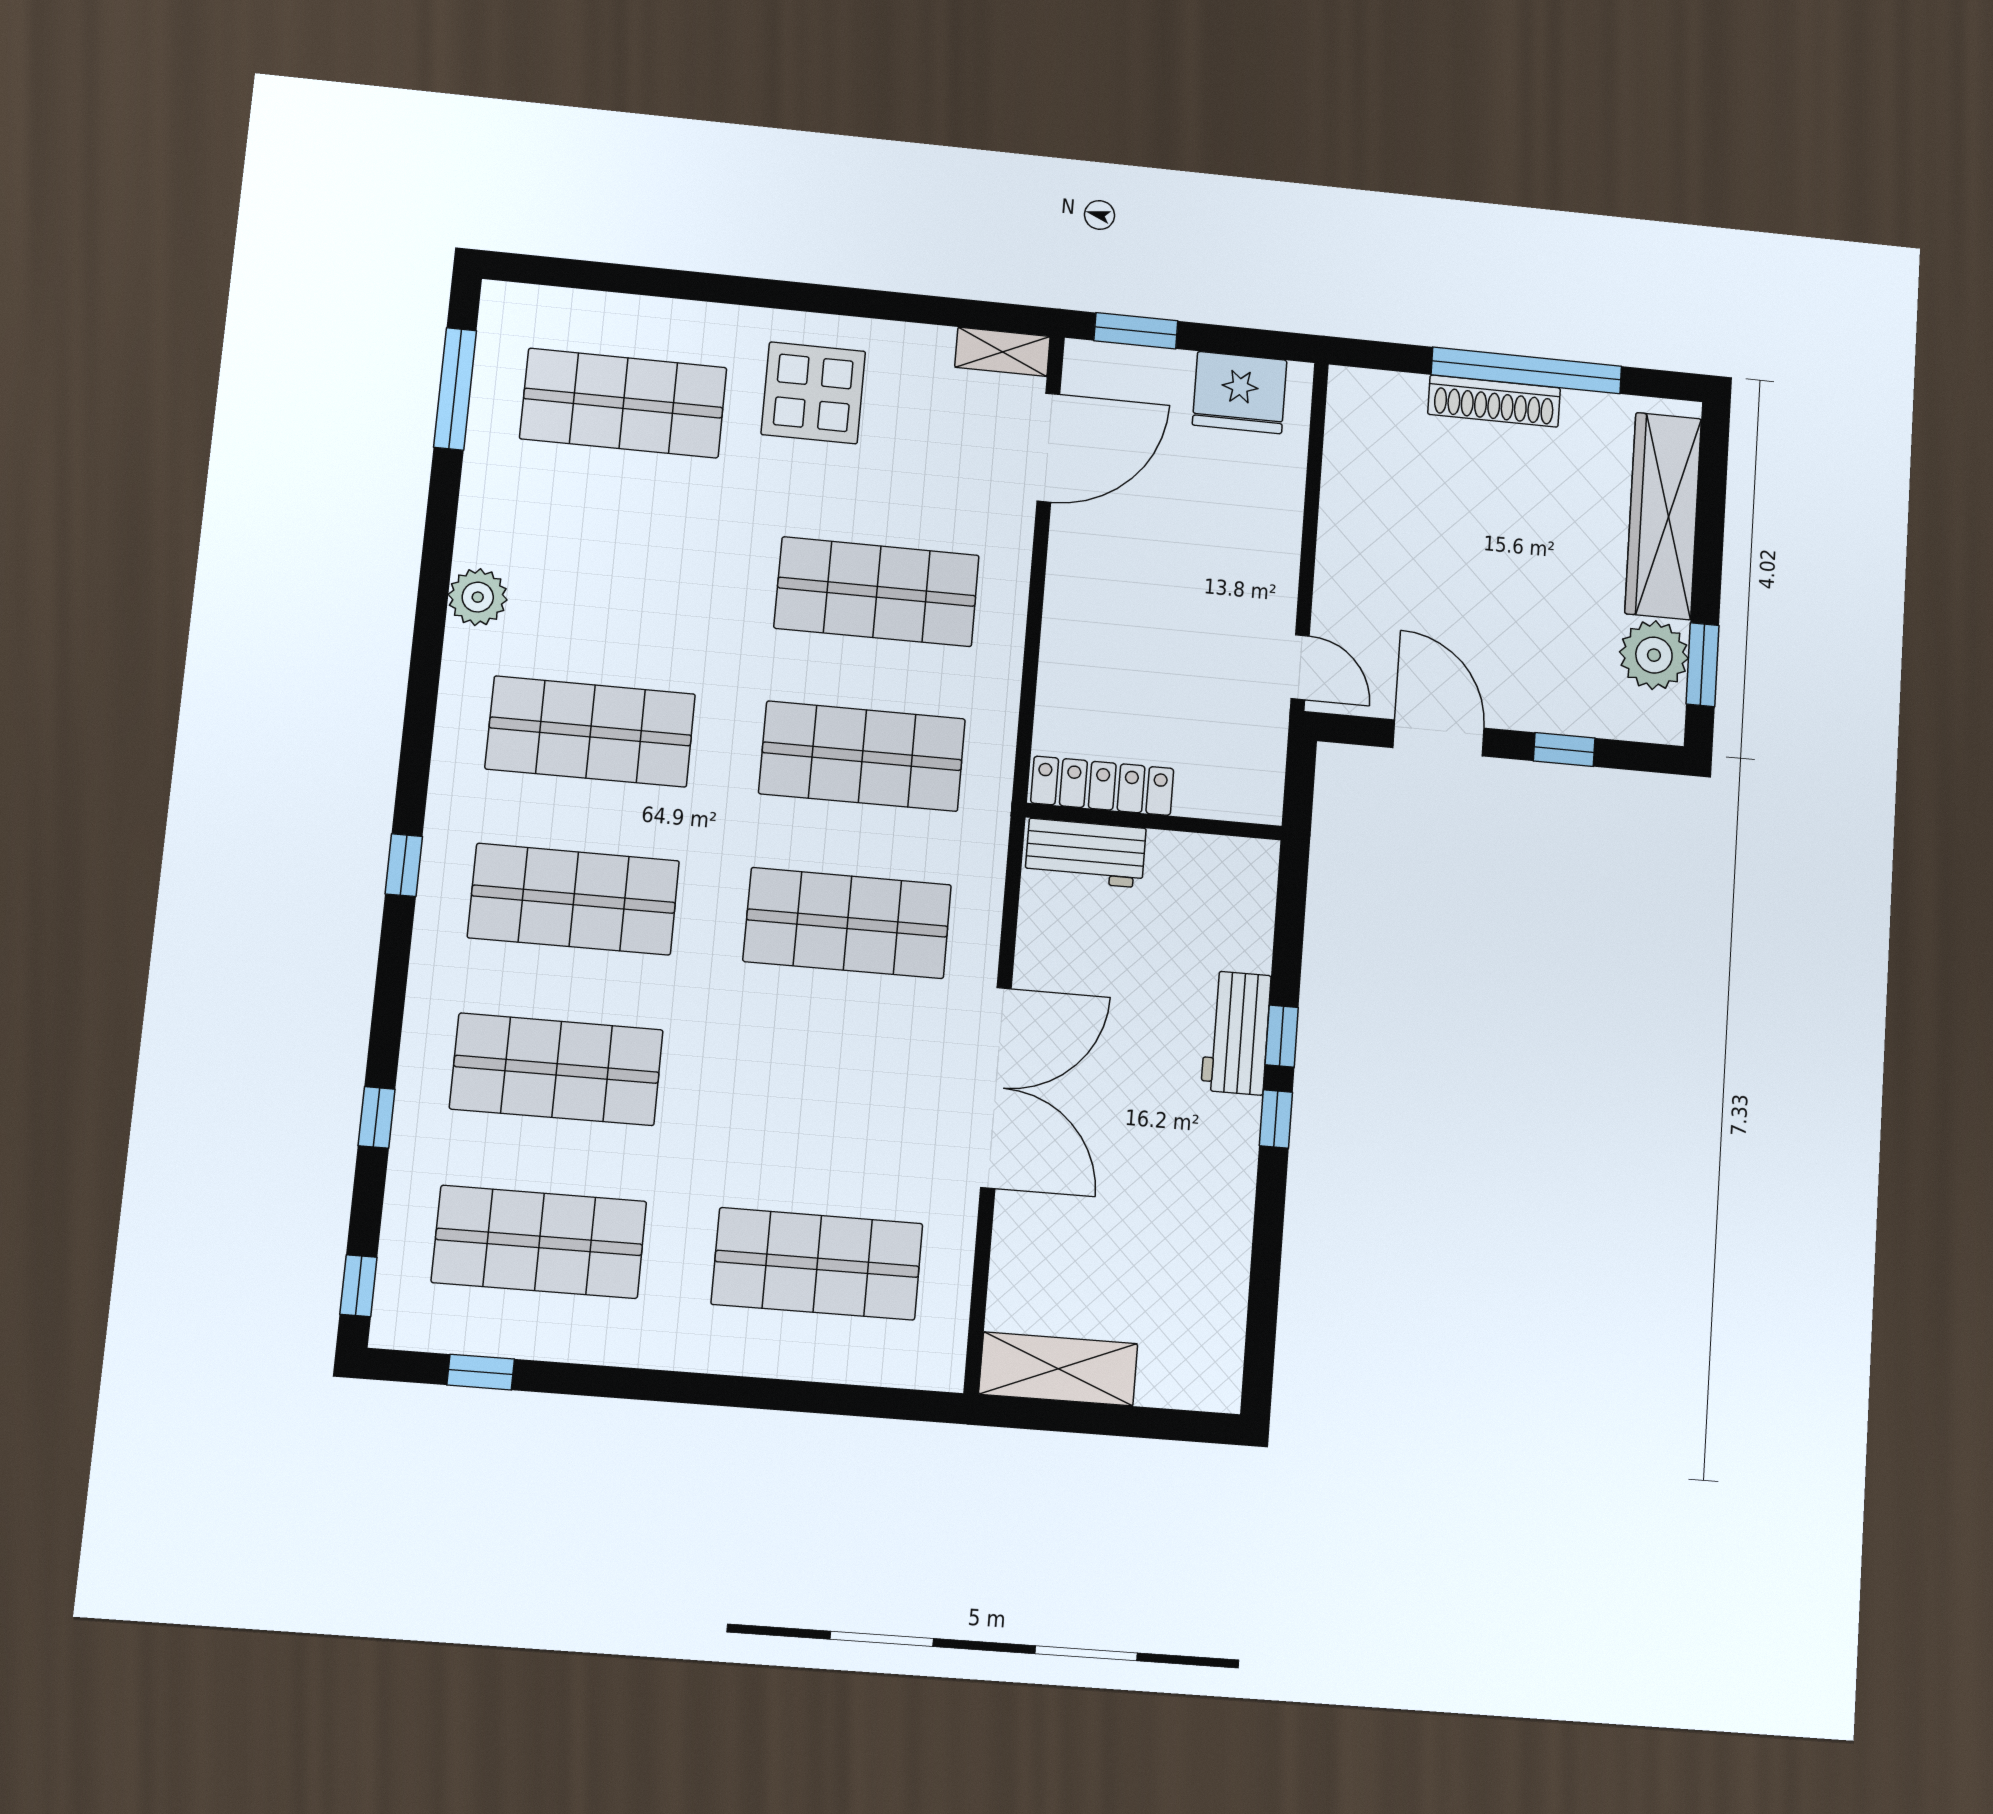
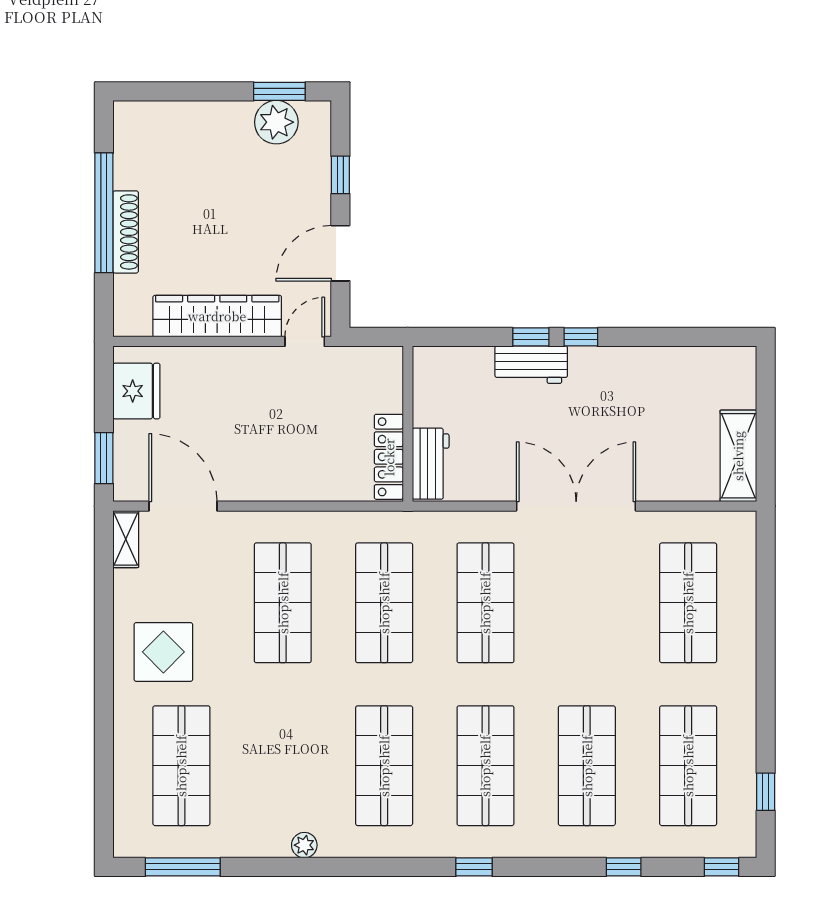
wardrobe: (1663, 516) -> (217, 316), moved, turned 180
plant: (478, 597) -> (304, 845), width x0.73, depth x0.73

